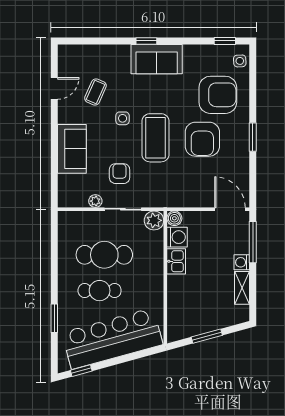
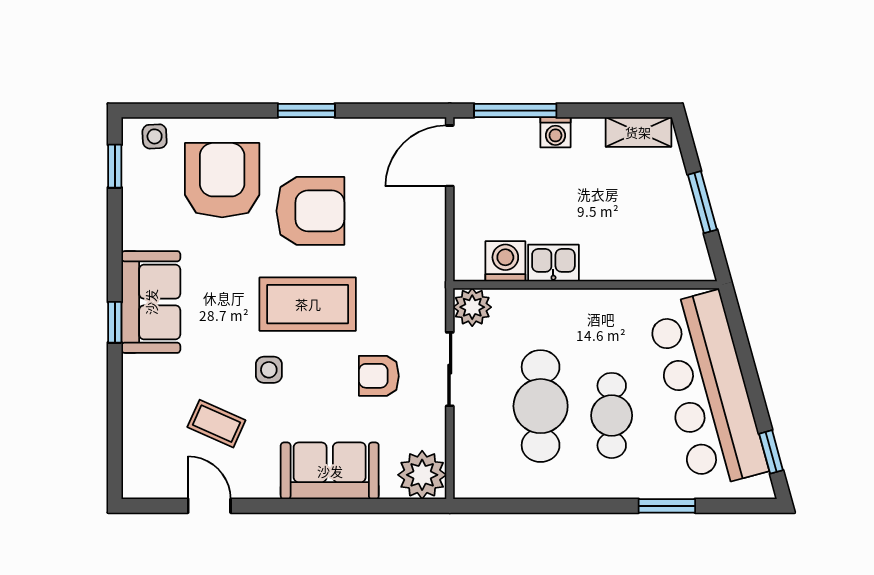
plant: (95, 201) -> (422, 475), moved, width x1.87, depth x1.87
boiler: (174, 218) -> (468, 267), removed
shelving: (242, 288) -> (638, 132), moved

